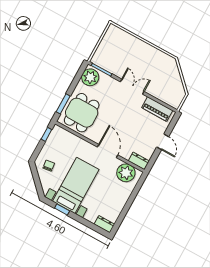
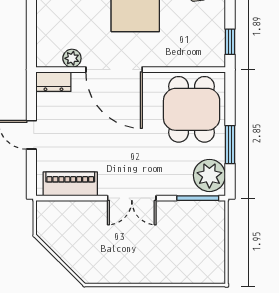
window: (63, 104) -> (230, 145), moved
door: (108, 151) -> (114, 70), width x1.36
plant: (126, 173) -> (72, 58), width x0.53, depth x0.53

